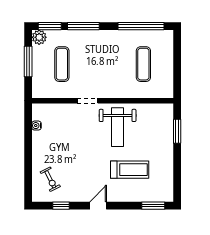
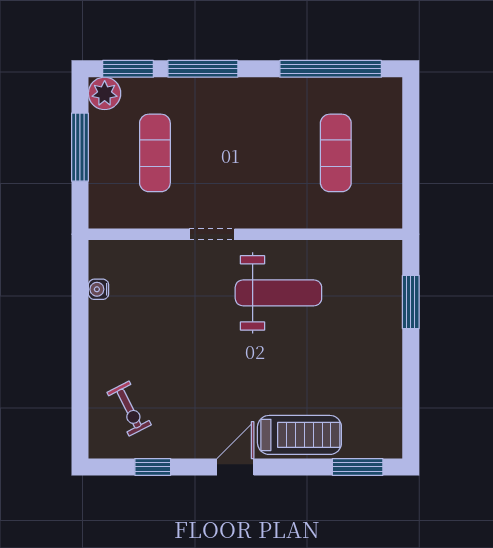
weight bench: (118, 127) -> (278, 293), turned -90
treadmill: (130, 170) -> (299, 435), moved

